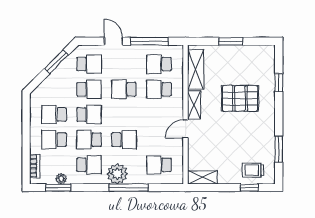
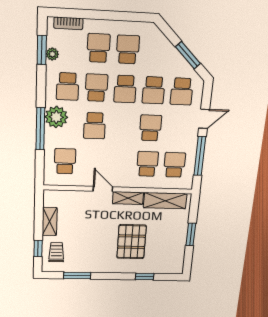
shelving: (202, 177) -> (50, 221), moved

